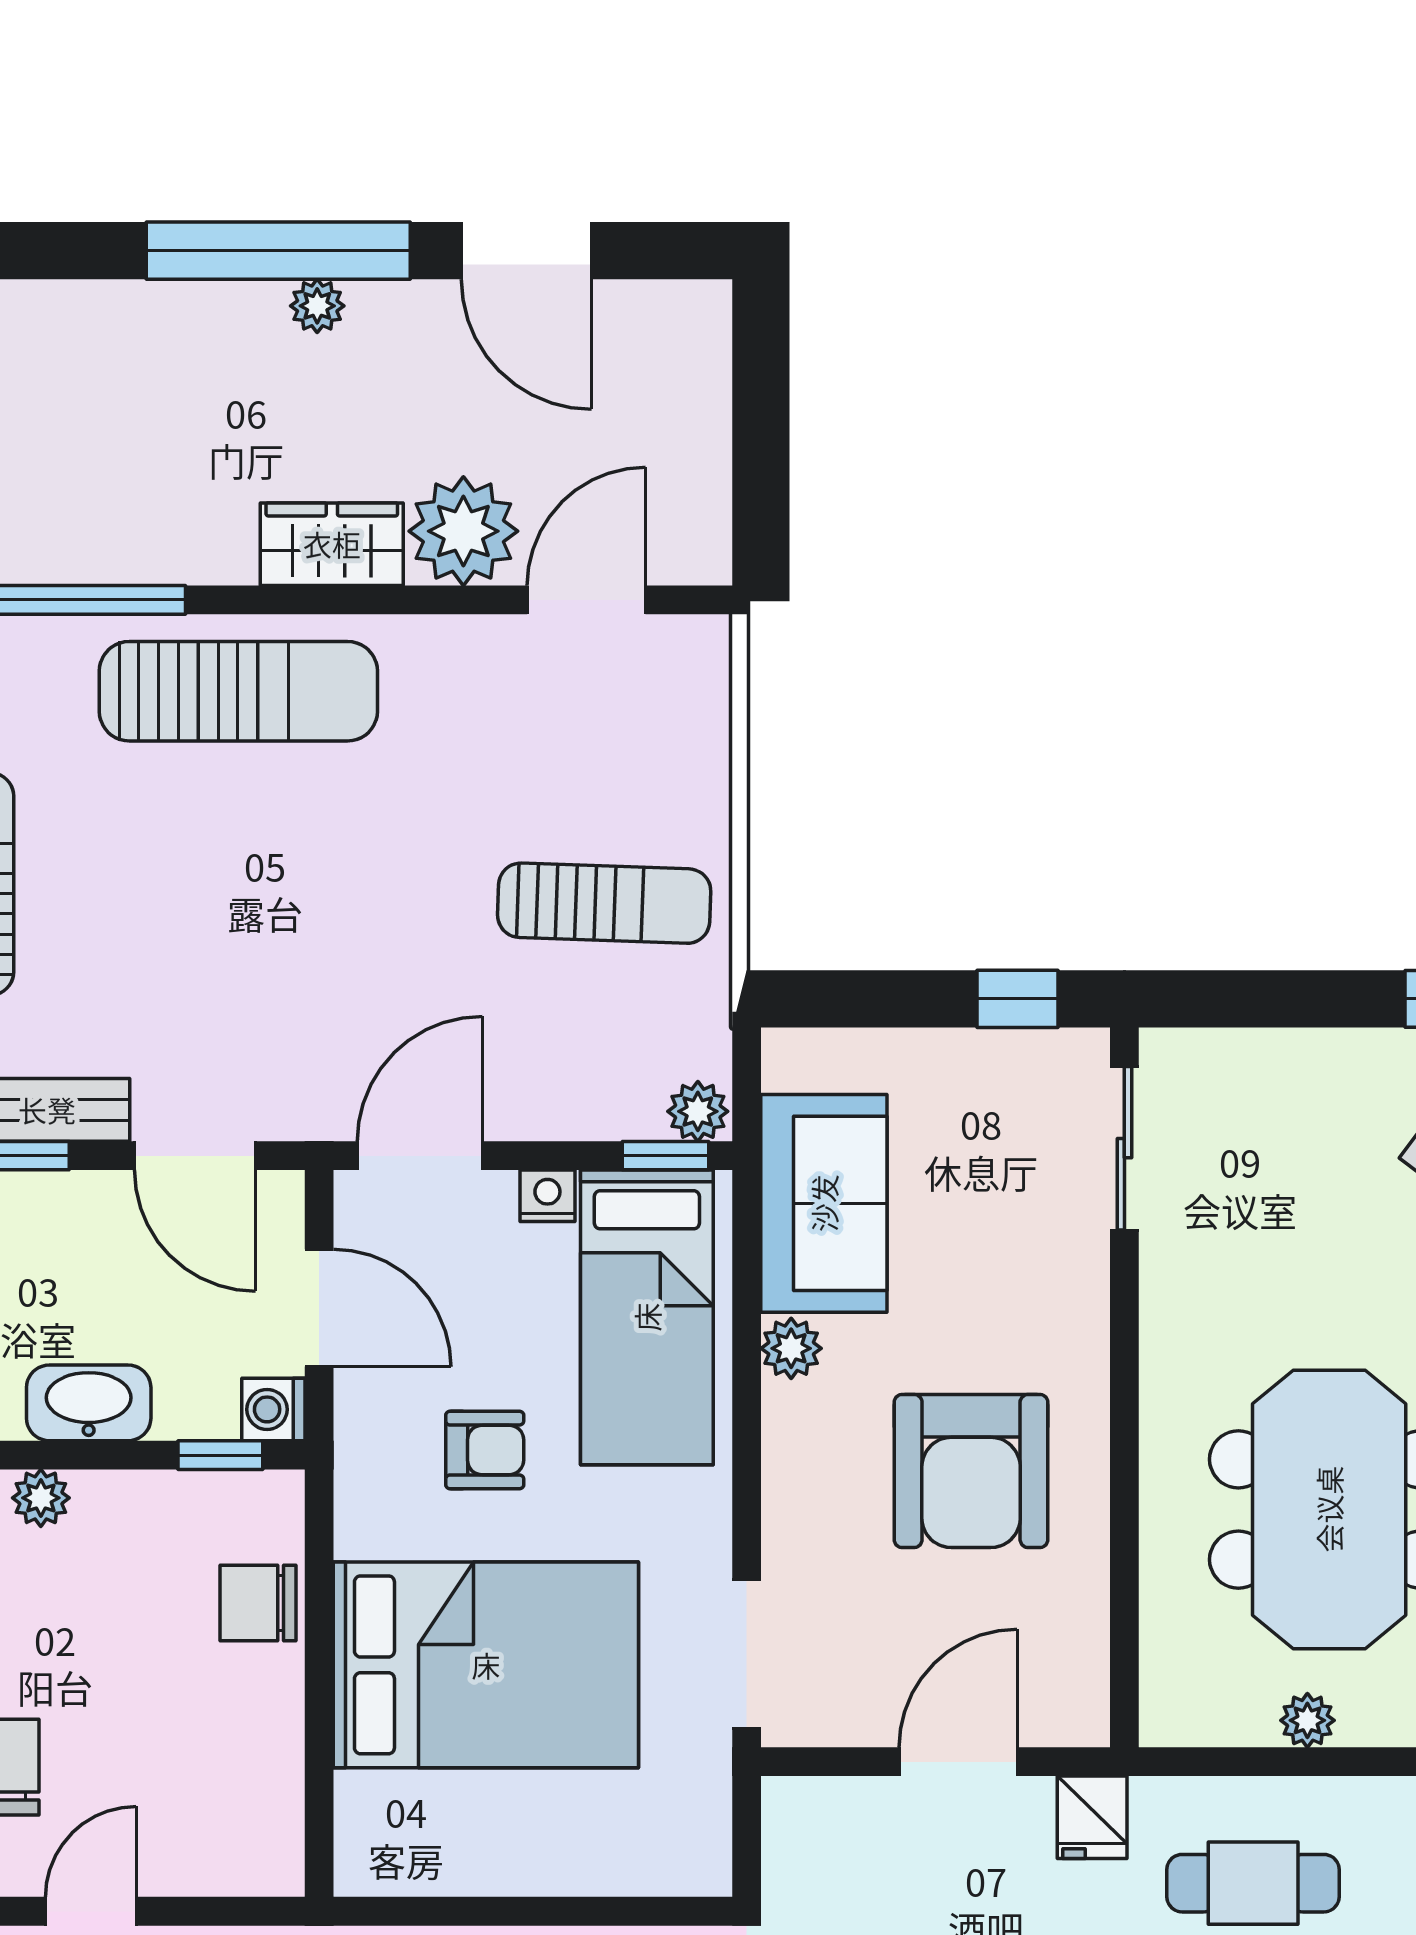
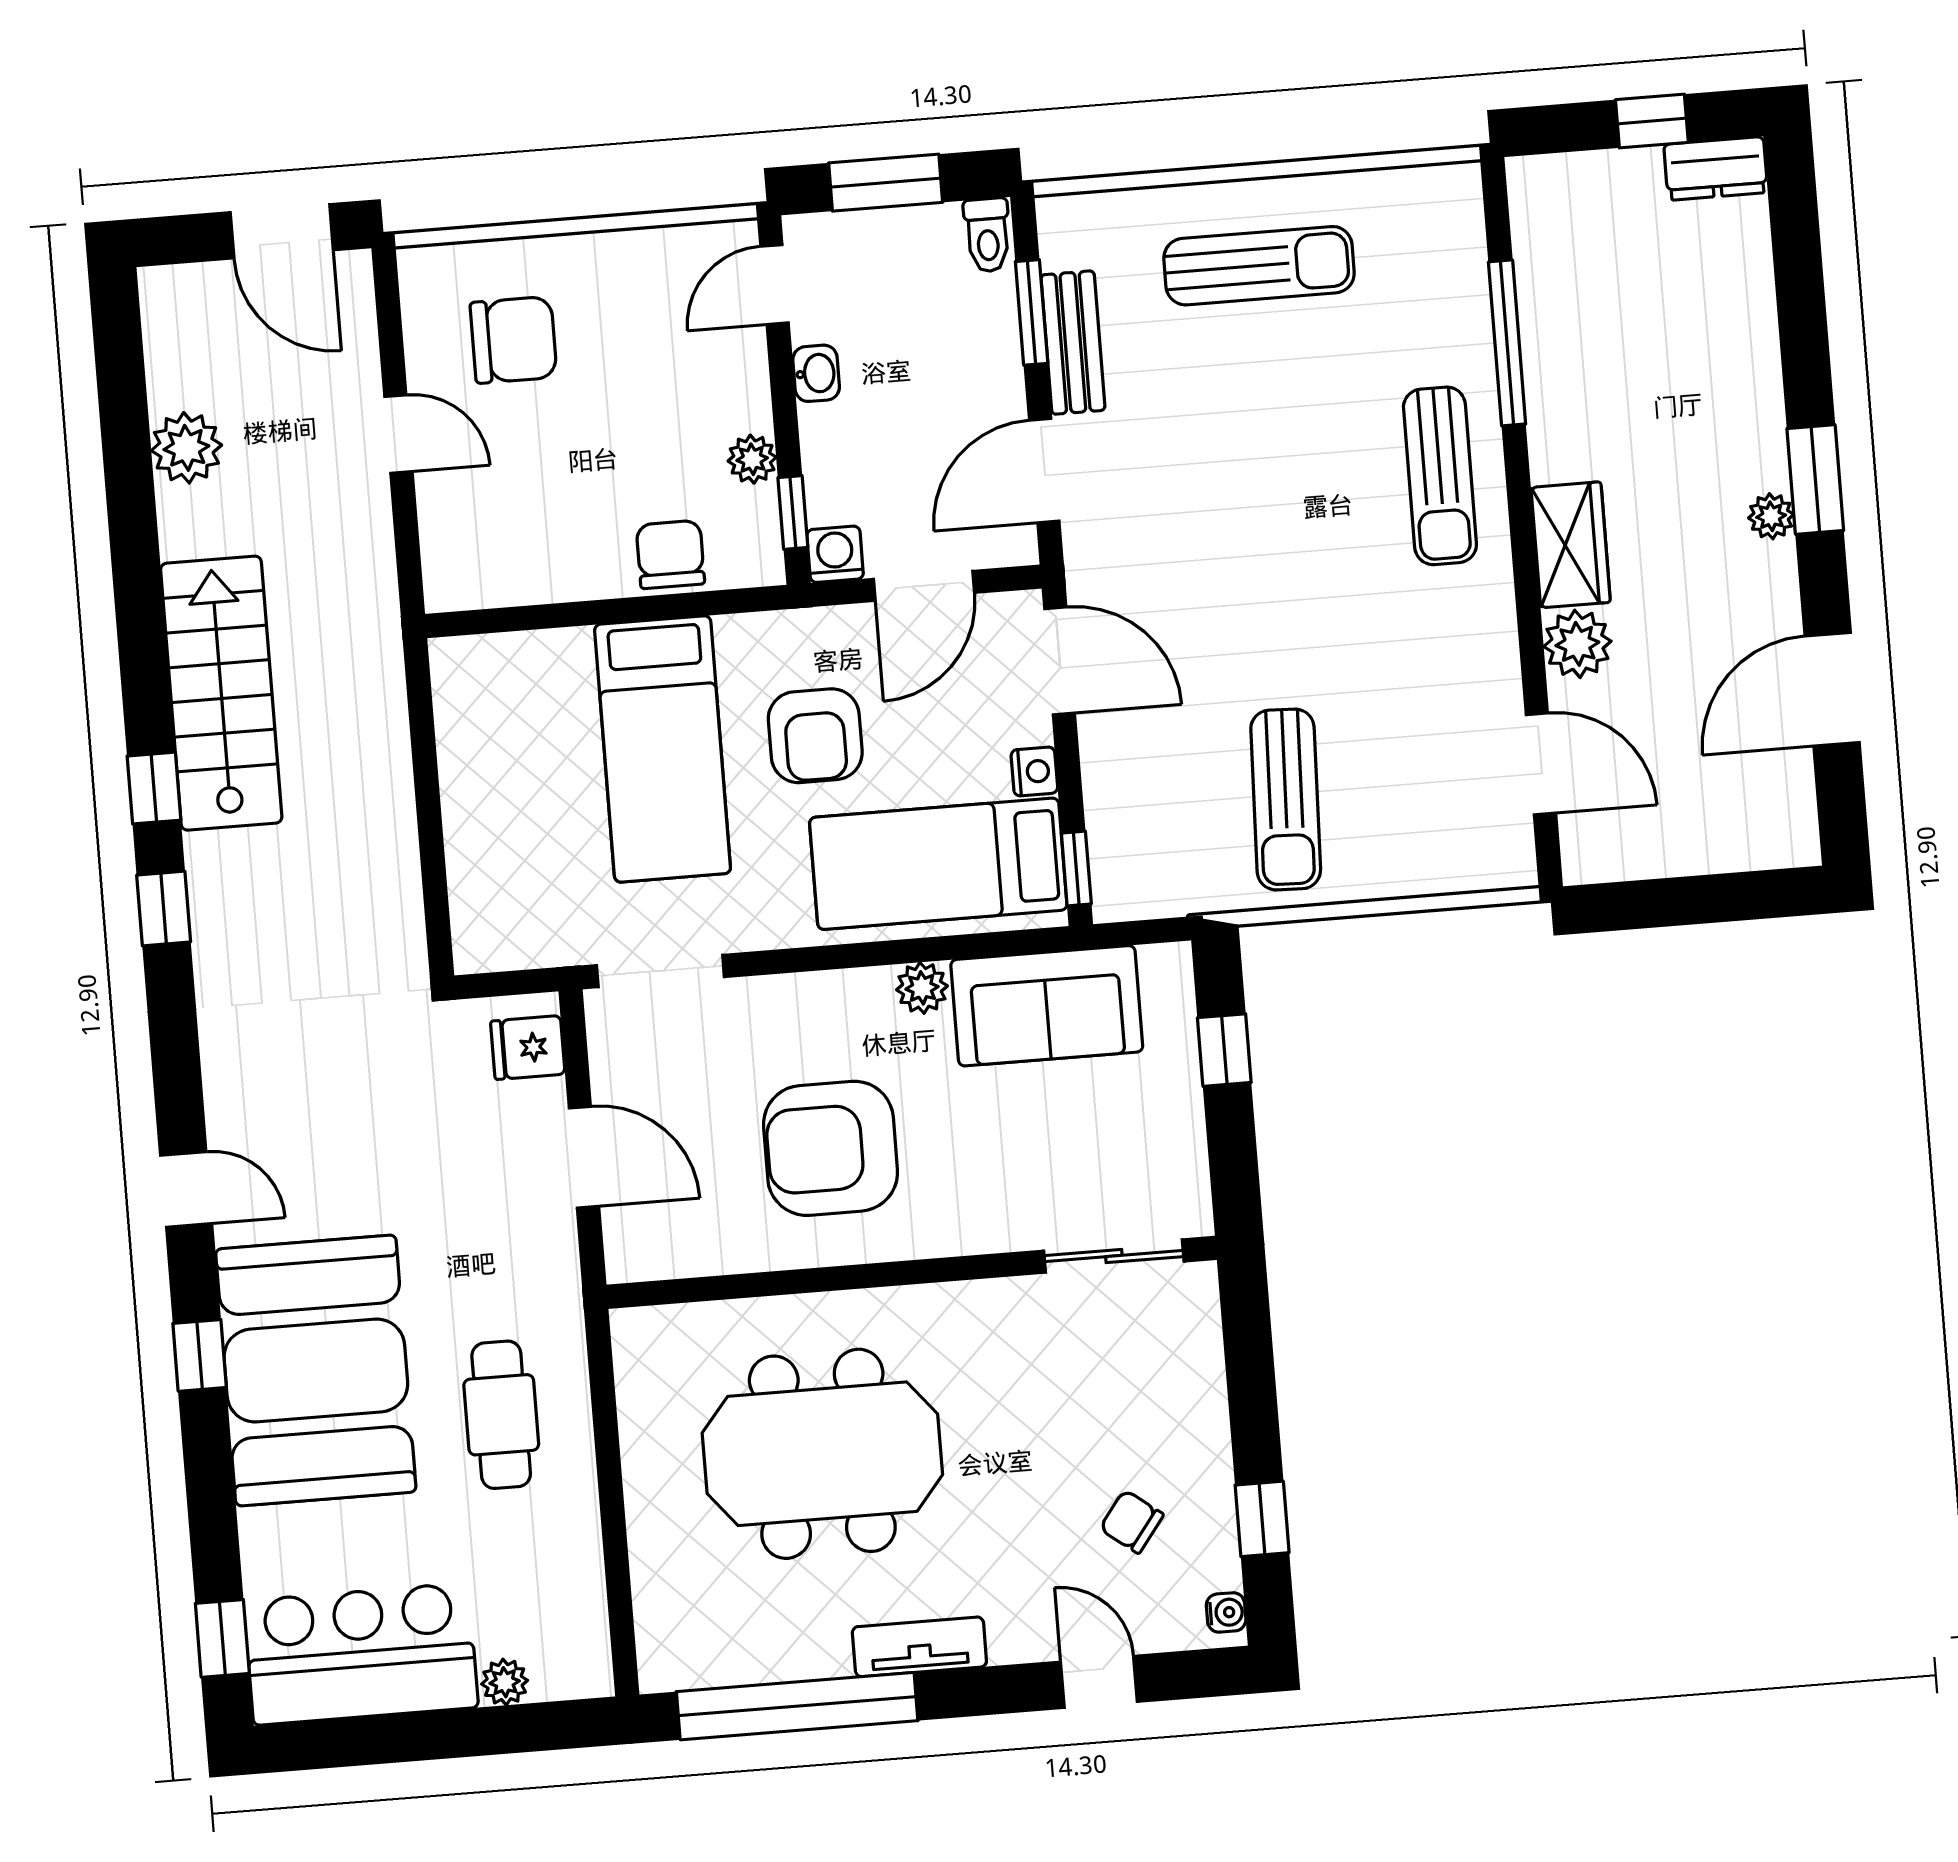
window: (278, 251) -> (1815, 480), width x0.47
plant: (463, 531) -> (1577, 644), width x0.73, depth x0.73
sun lounger: (238, 691) -> (1440, 476), width x0.73, depth x0.75
window: (1017, 999) -> (1224, 1050), moved
plant: (698, 1111) -> (1116, 893), removed
washbasin: (89, 1403) -> (816, 373), width x0.52, depth x0.69
armchair: (485, 1450) -> (815, 736), width x1.38, depth x1.38
plant: (41, 1498) -> (752, 459), moved
bed: (486, 1665) -> (663, 749), width x0.67
plant: (1307, 1720) -> (643, 1450), removed
fridge: (1092, 1817) -> (528, 1048), moved

